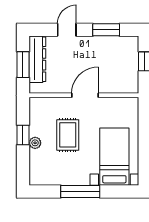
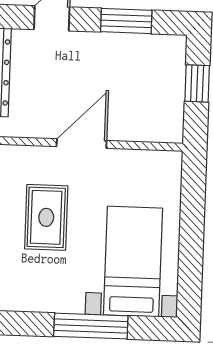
window: (80, 191) -> (91, 326), moved

